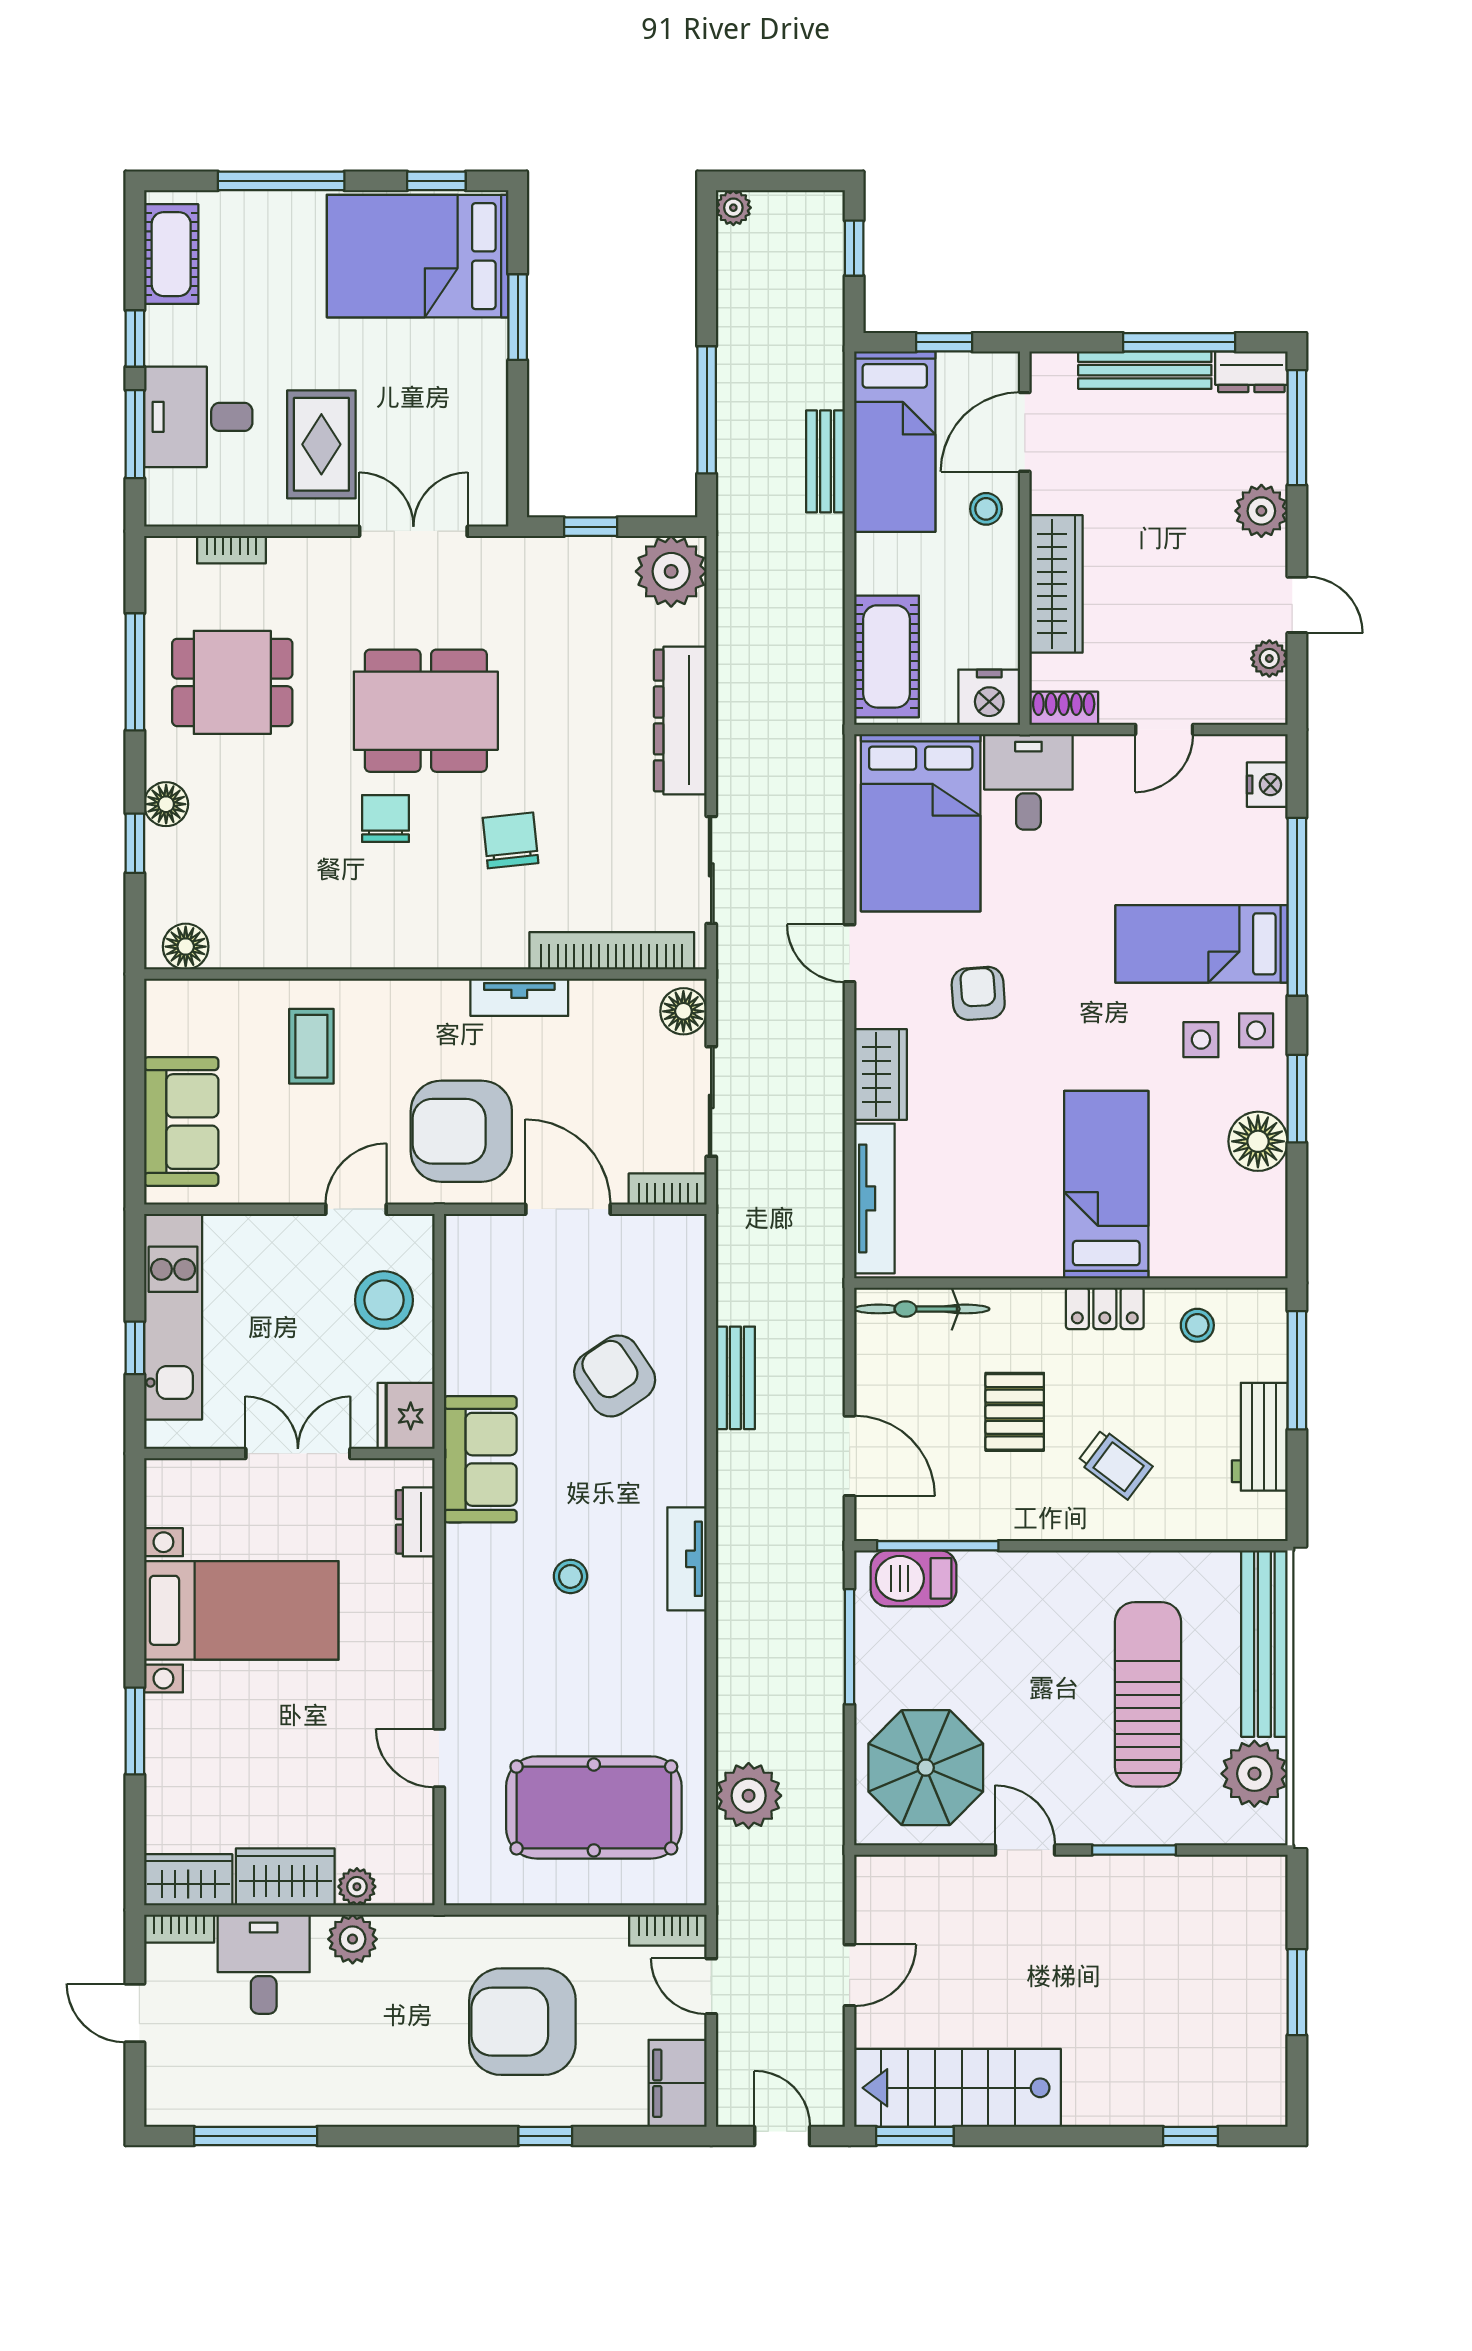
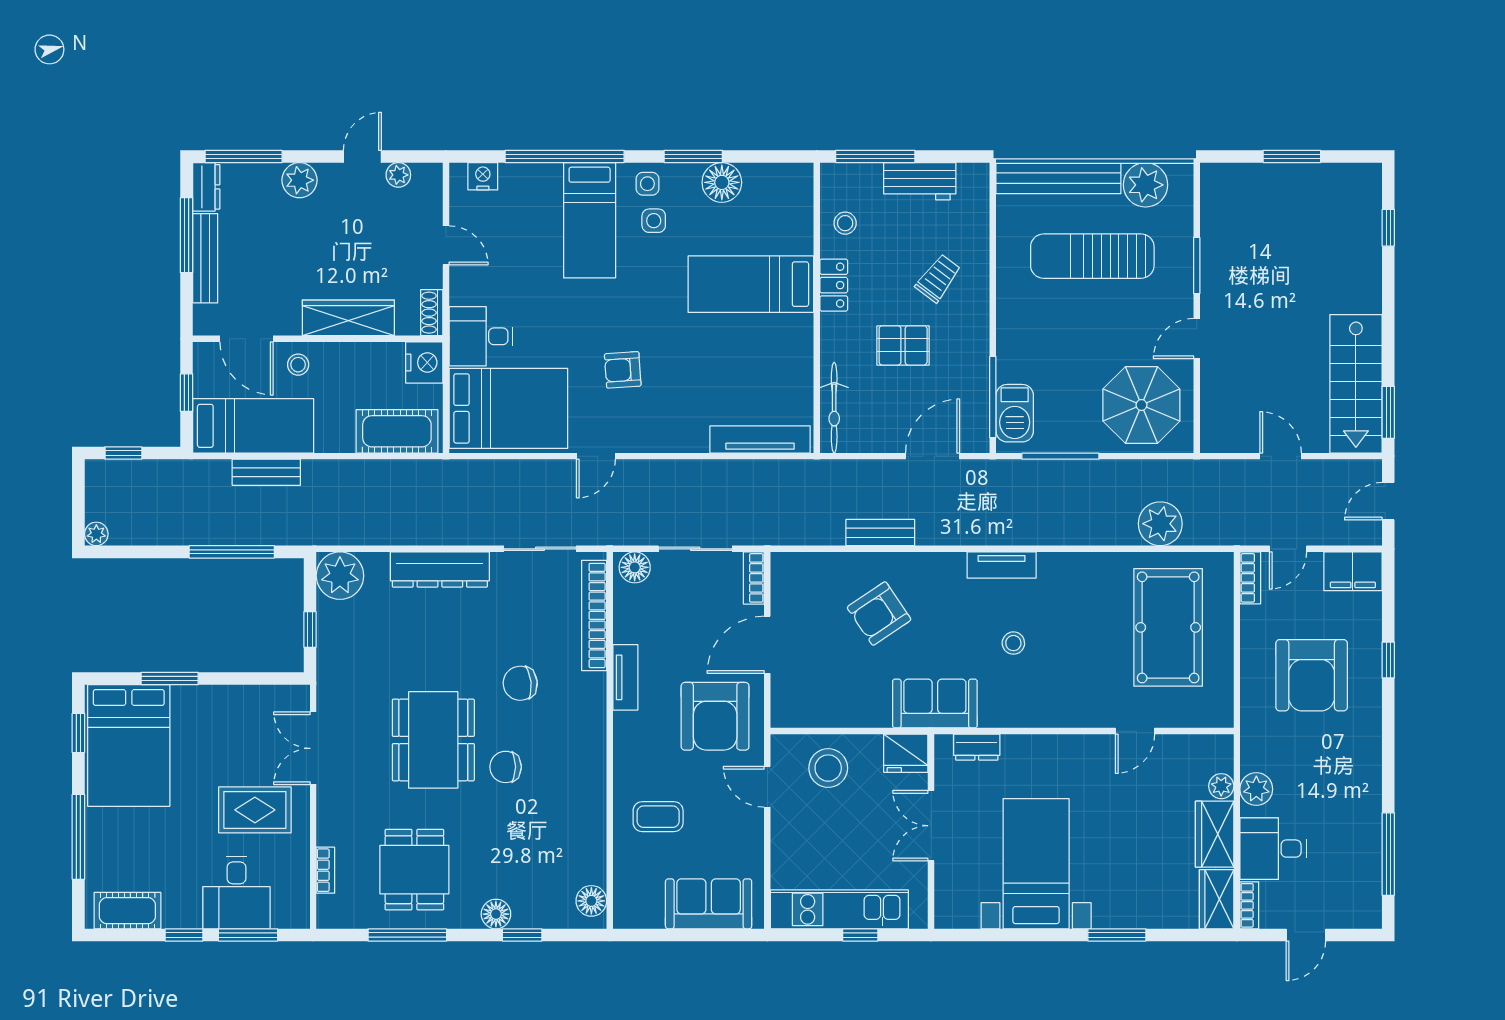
wardrobe: (880, 1074) -> (677, 435), removed

